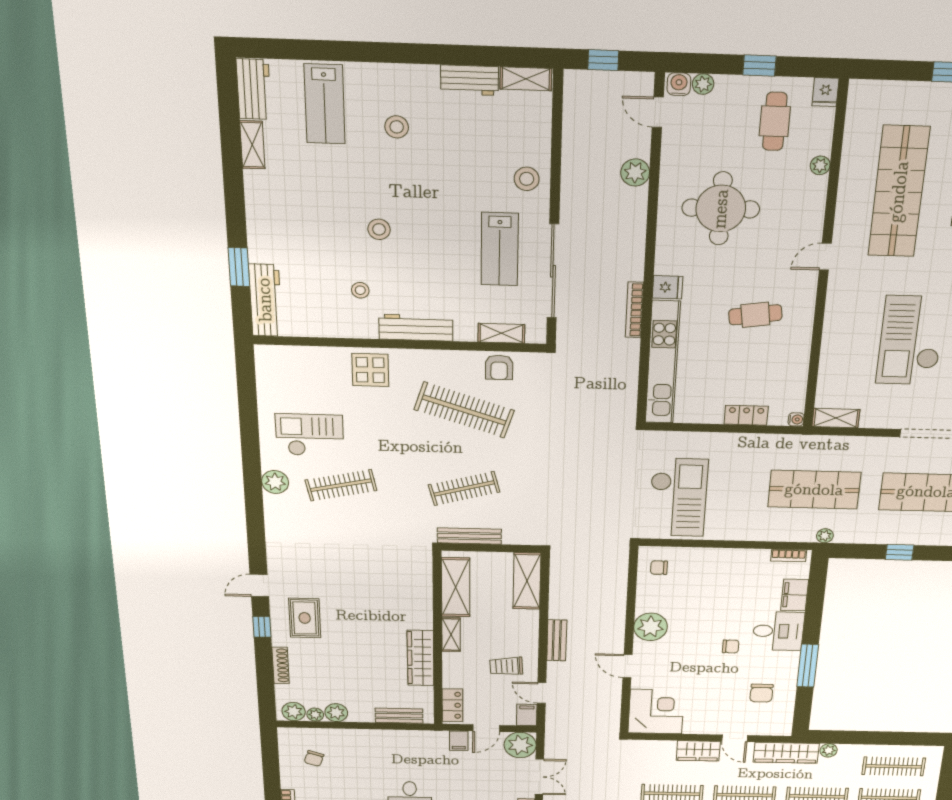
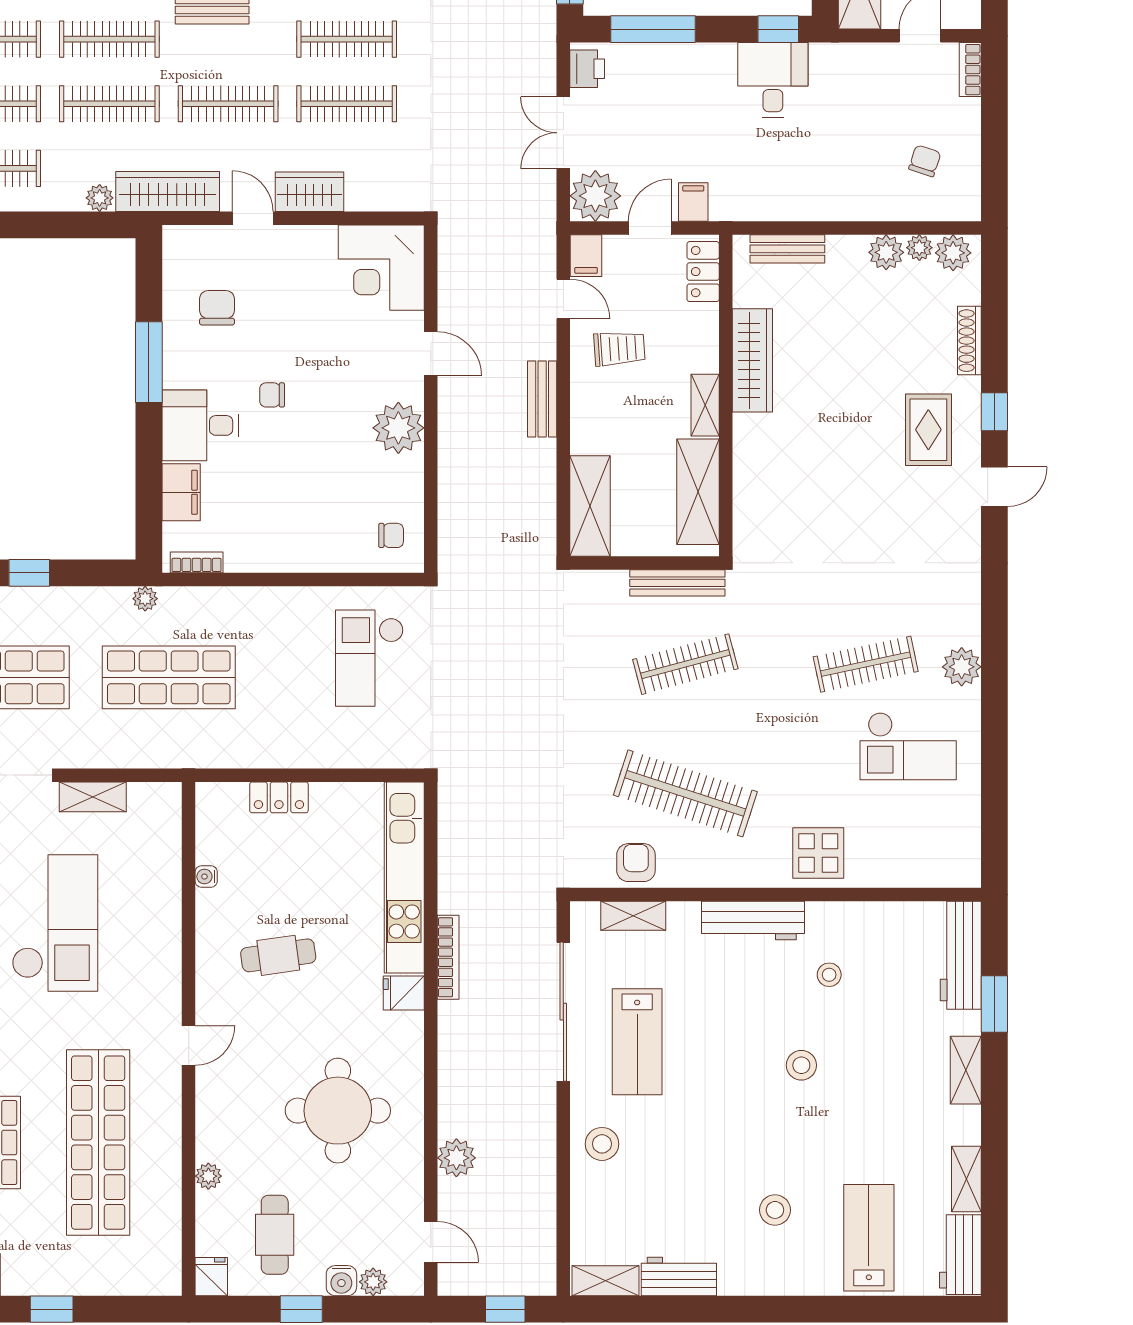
water cooler: (679, 84) -> (341, 1281), moved
shelving: (257, 222) -> (966, 1070), added
lab bench: (500, 249) -> (637, 1042), turned 180
shelving: (836, 418) -> (93, 797), moved
water cooler: (796, 419) -> (206, 877), moved
checkout: (678, 497) -> (369, 658), width x0.73, depth x0.83

